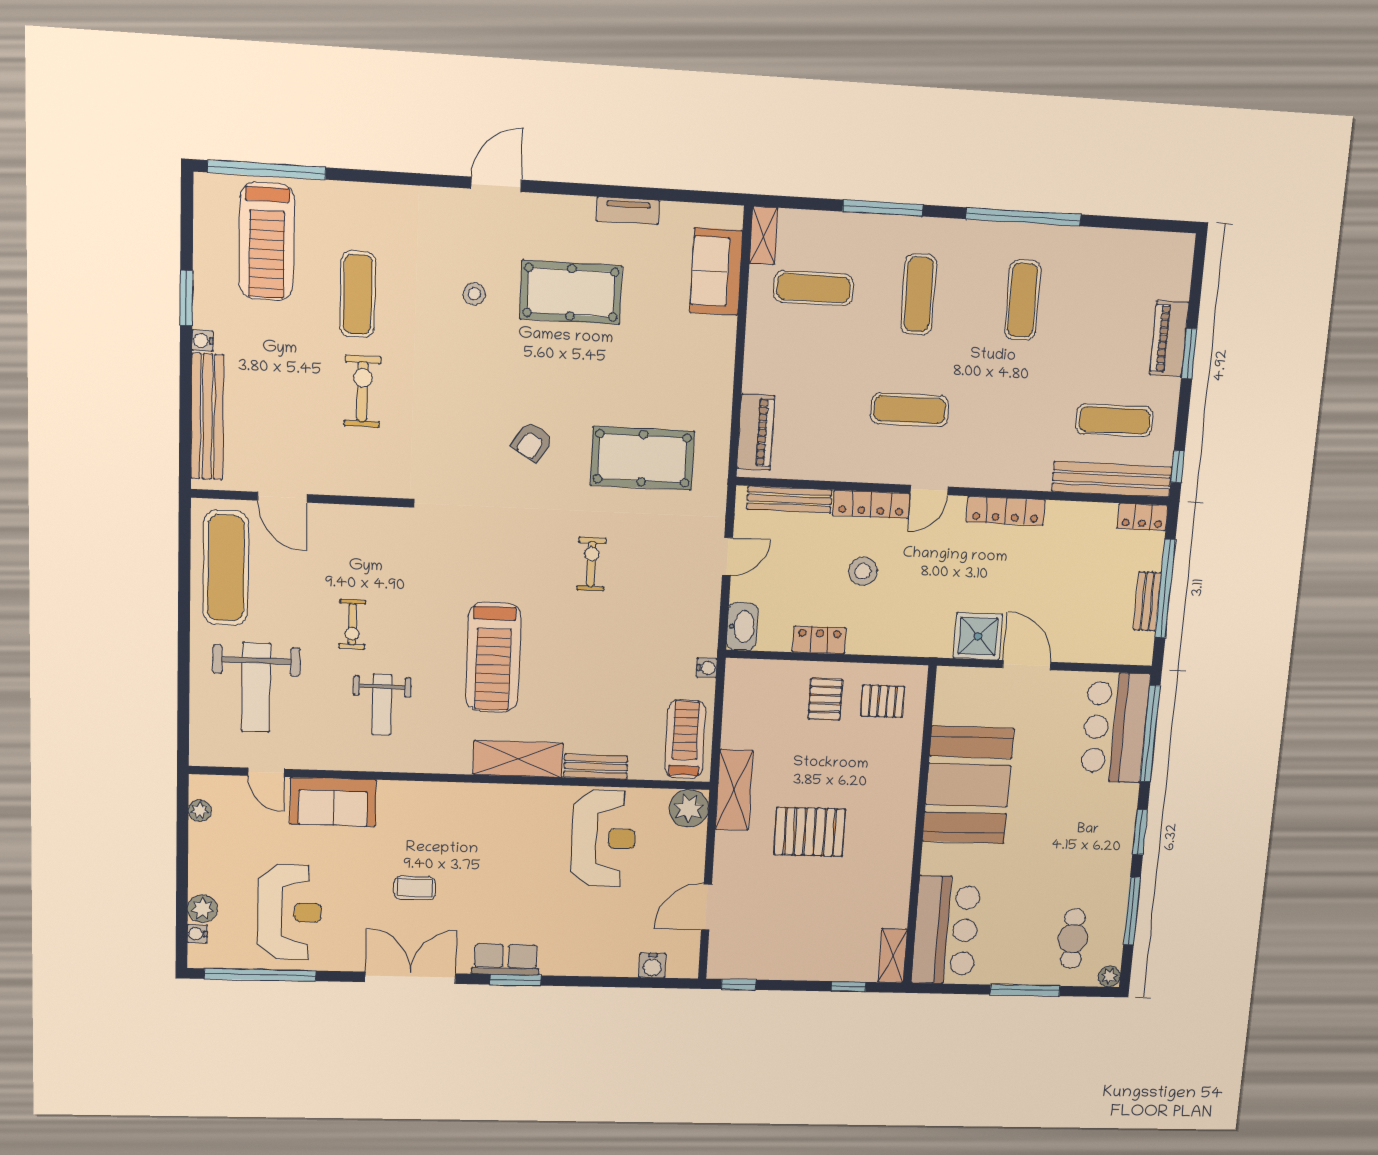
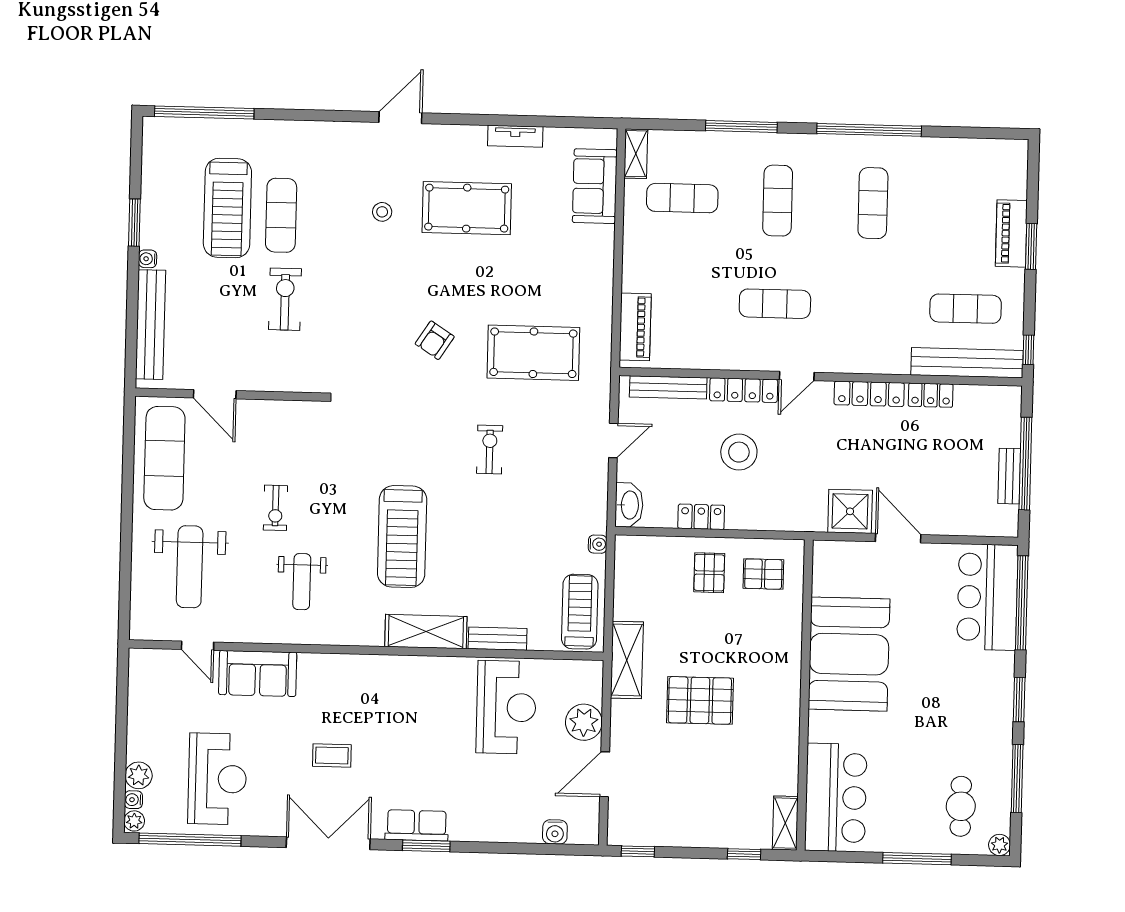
treadmill: (267, 241) -> (227, 208), moved
locker: (1142, 517) -> (931, 395), moved
stool: (863, 571) -> (739, 452), width x1.38, depth x1.38
plant: (689, 808) -> (584, 722), moved
plant: (200, 811) -> (134, 821), moved

